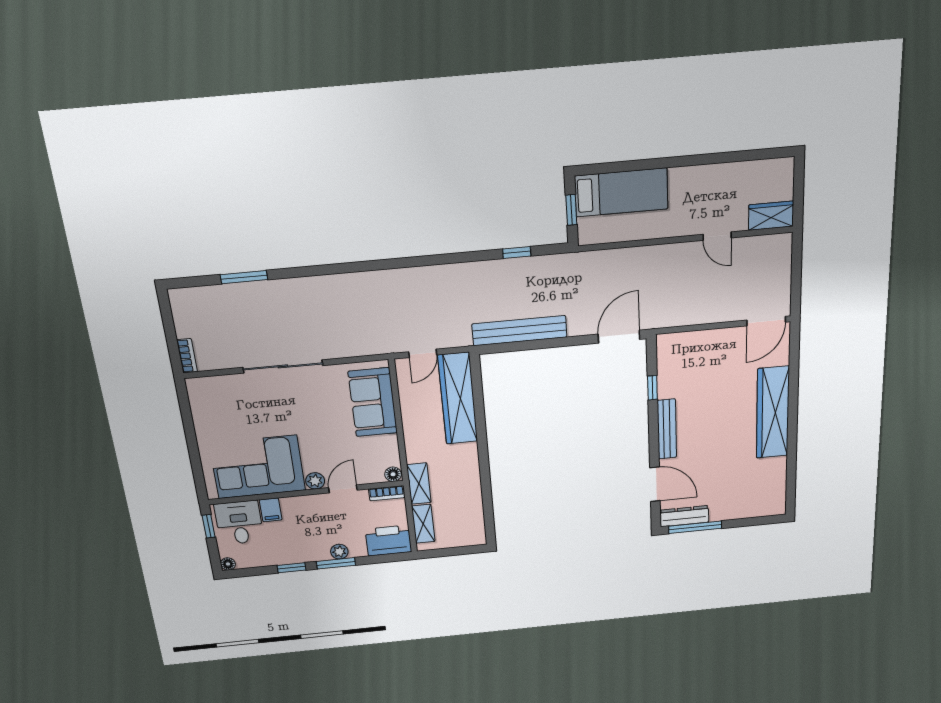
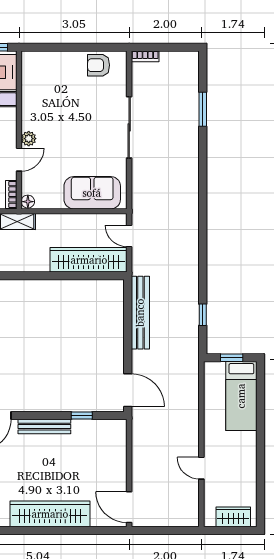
wardrobe: (771, 216) -> (233, 517), moved, turned -90
door: (717, 236) -> (201, 468), hinge flipped
armchair: (209, 410) -> (99, 65), added
corner sofa: (258, 467) -> (46, 95), removed
door: (343, 489) -> (19, 160), hinge flipped

